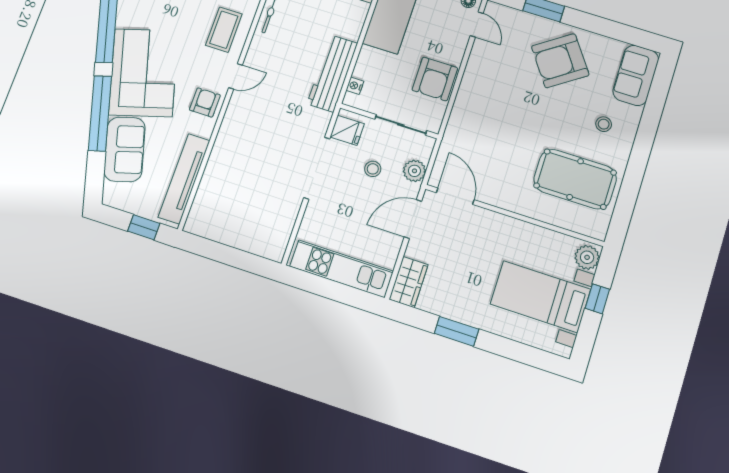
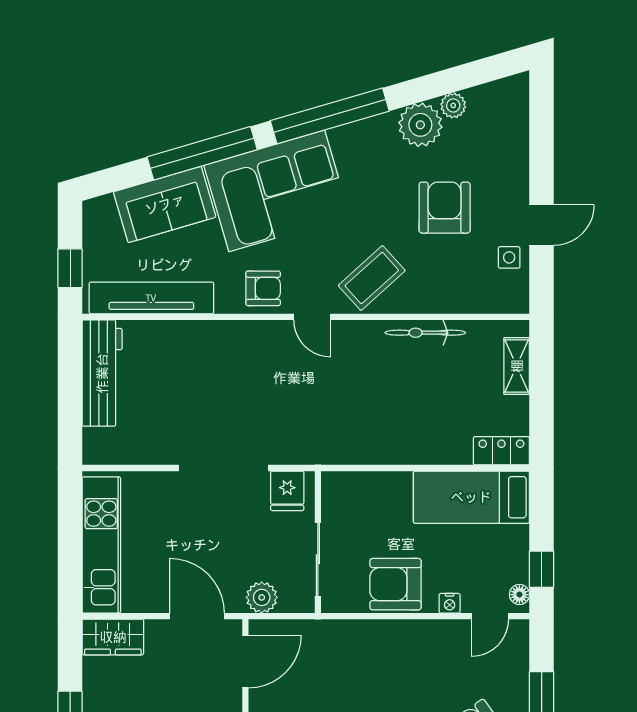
coffee table: (224, 30) -> (372, 278), turned -42
workbench: (332, 73) -> (102, 373), moved, turned 90
nightstand: (355, 86) -> (450, 603), moved, turned 180
stool: (373, 169) -> (246, 542), removed

